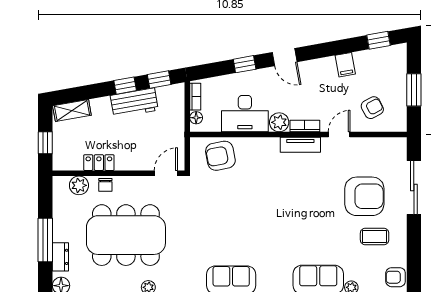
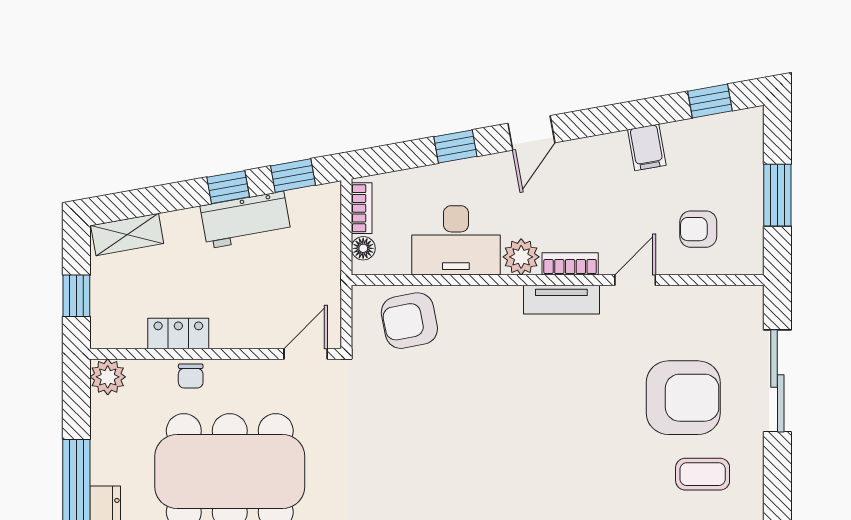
door: (285, 57) -> (531, 133), hinge flipped
armchair: (372, 108) -> (698, 229), turned -152
plant: (79, 185) -> (108, 377), moved

